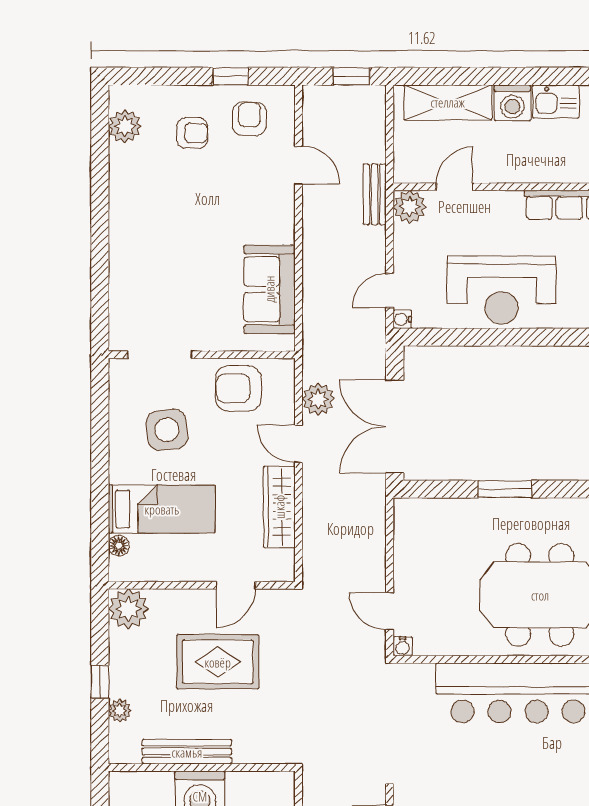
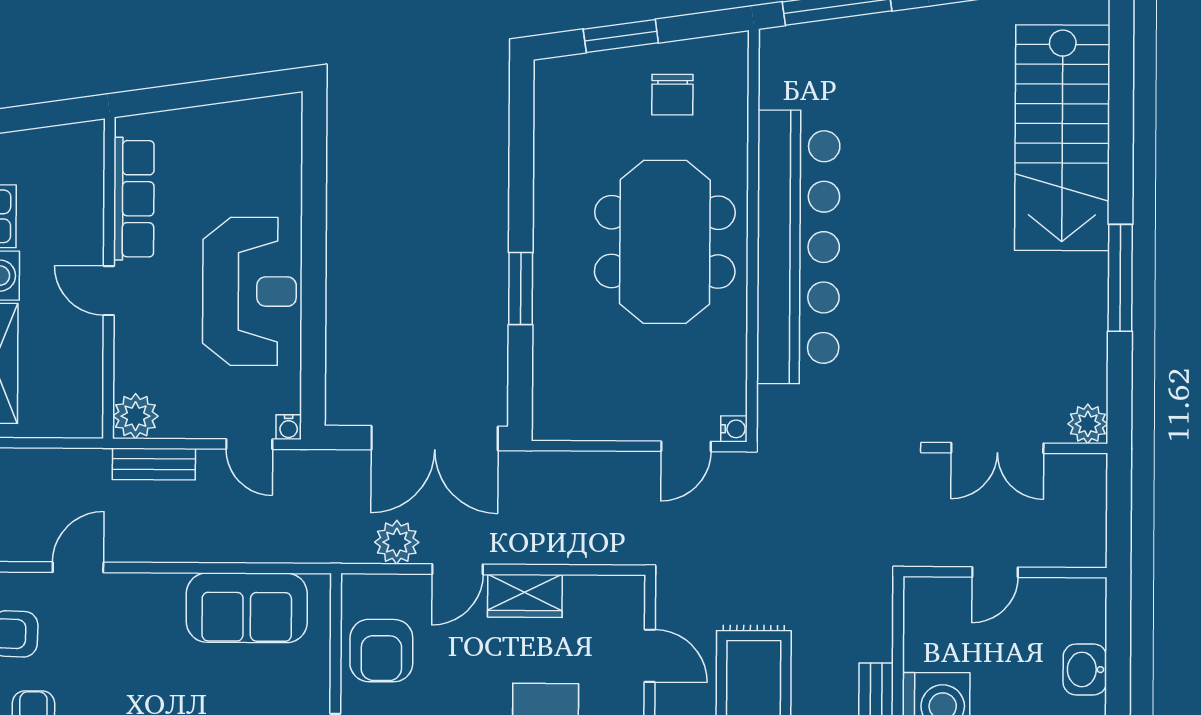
door: (454, 187) -> (109, 291), moved
bench: (375, 194) -> (154, 464), moved
wardrobe: (279, 507) -> (525, 596), width x0.67

